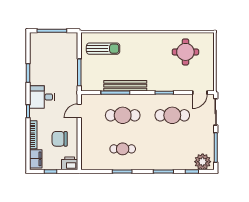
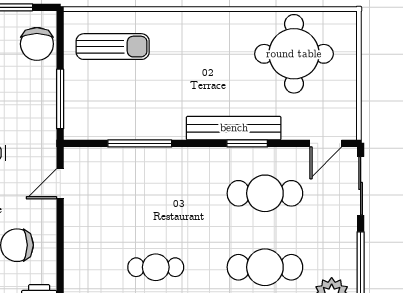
chair: (69, 47) -> (37, 44), added
round table: (185, 52) -> (294, 54), width x1.36, depth x1.36
bench: (125, 86) -> (234, 128), moved
cafe table: (123, 115) -> (265, 267), moved

